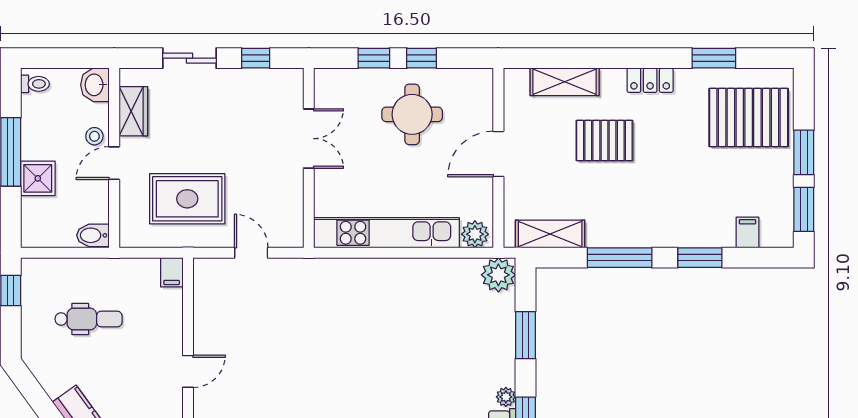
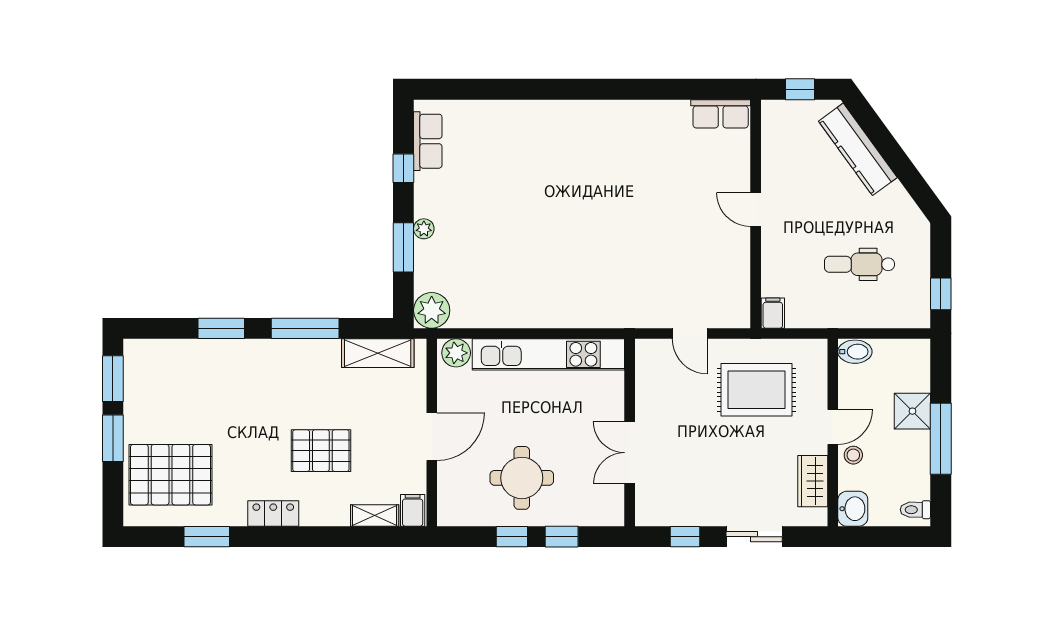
shelving: (565, 82) -> (375, 516), width x0.67, depth x0.75
filing cabinet: (748, 232) -> (413, 510), moved, turned 180
door: (188, 371) -> (756, 210), hinge flipped
plant: (506, 397) -> (424, 229), moved

